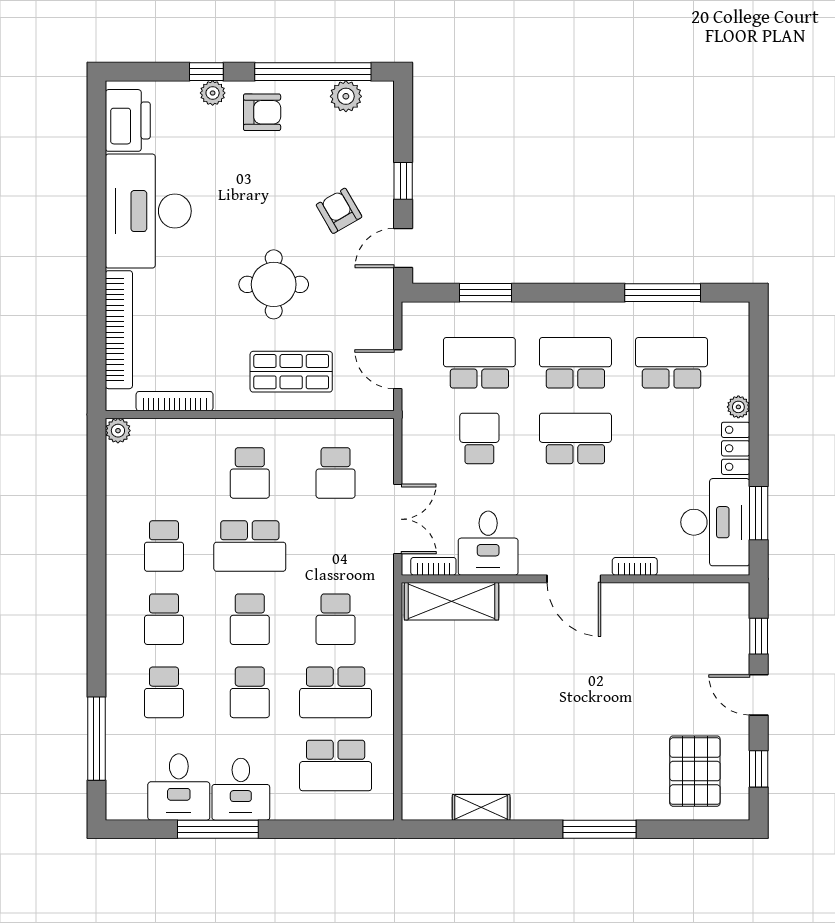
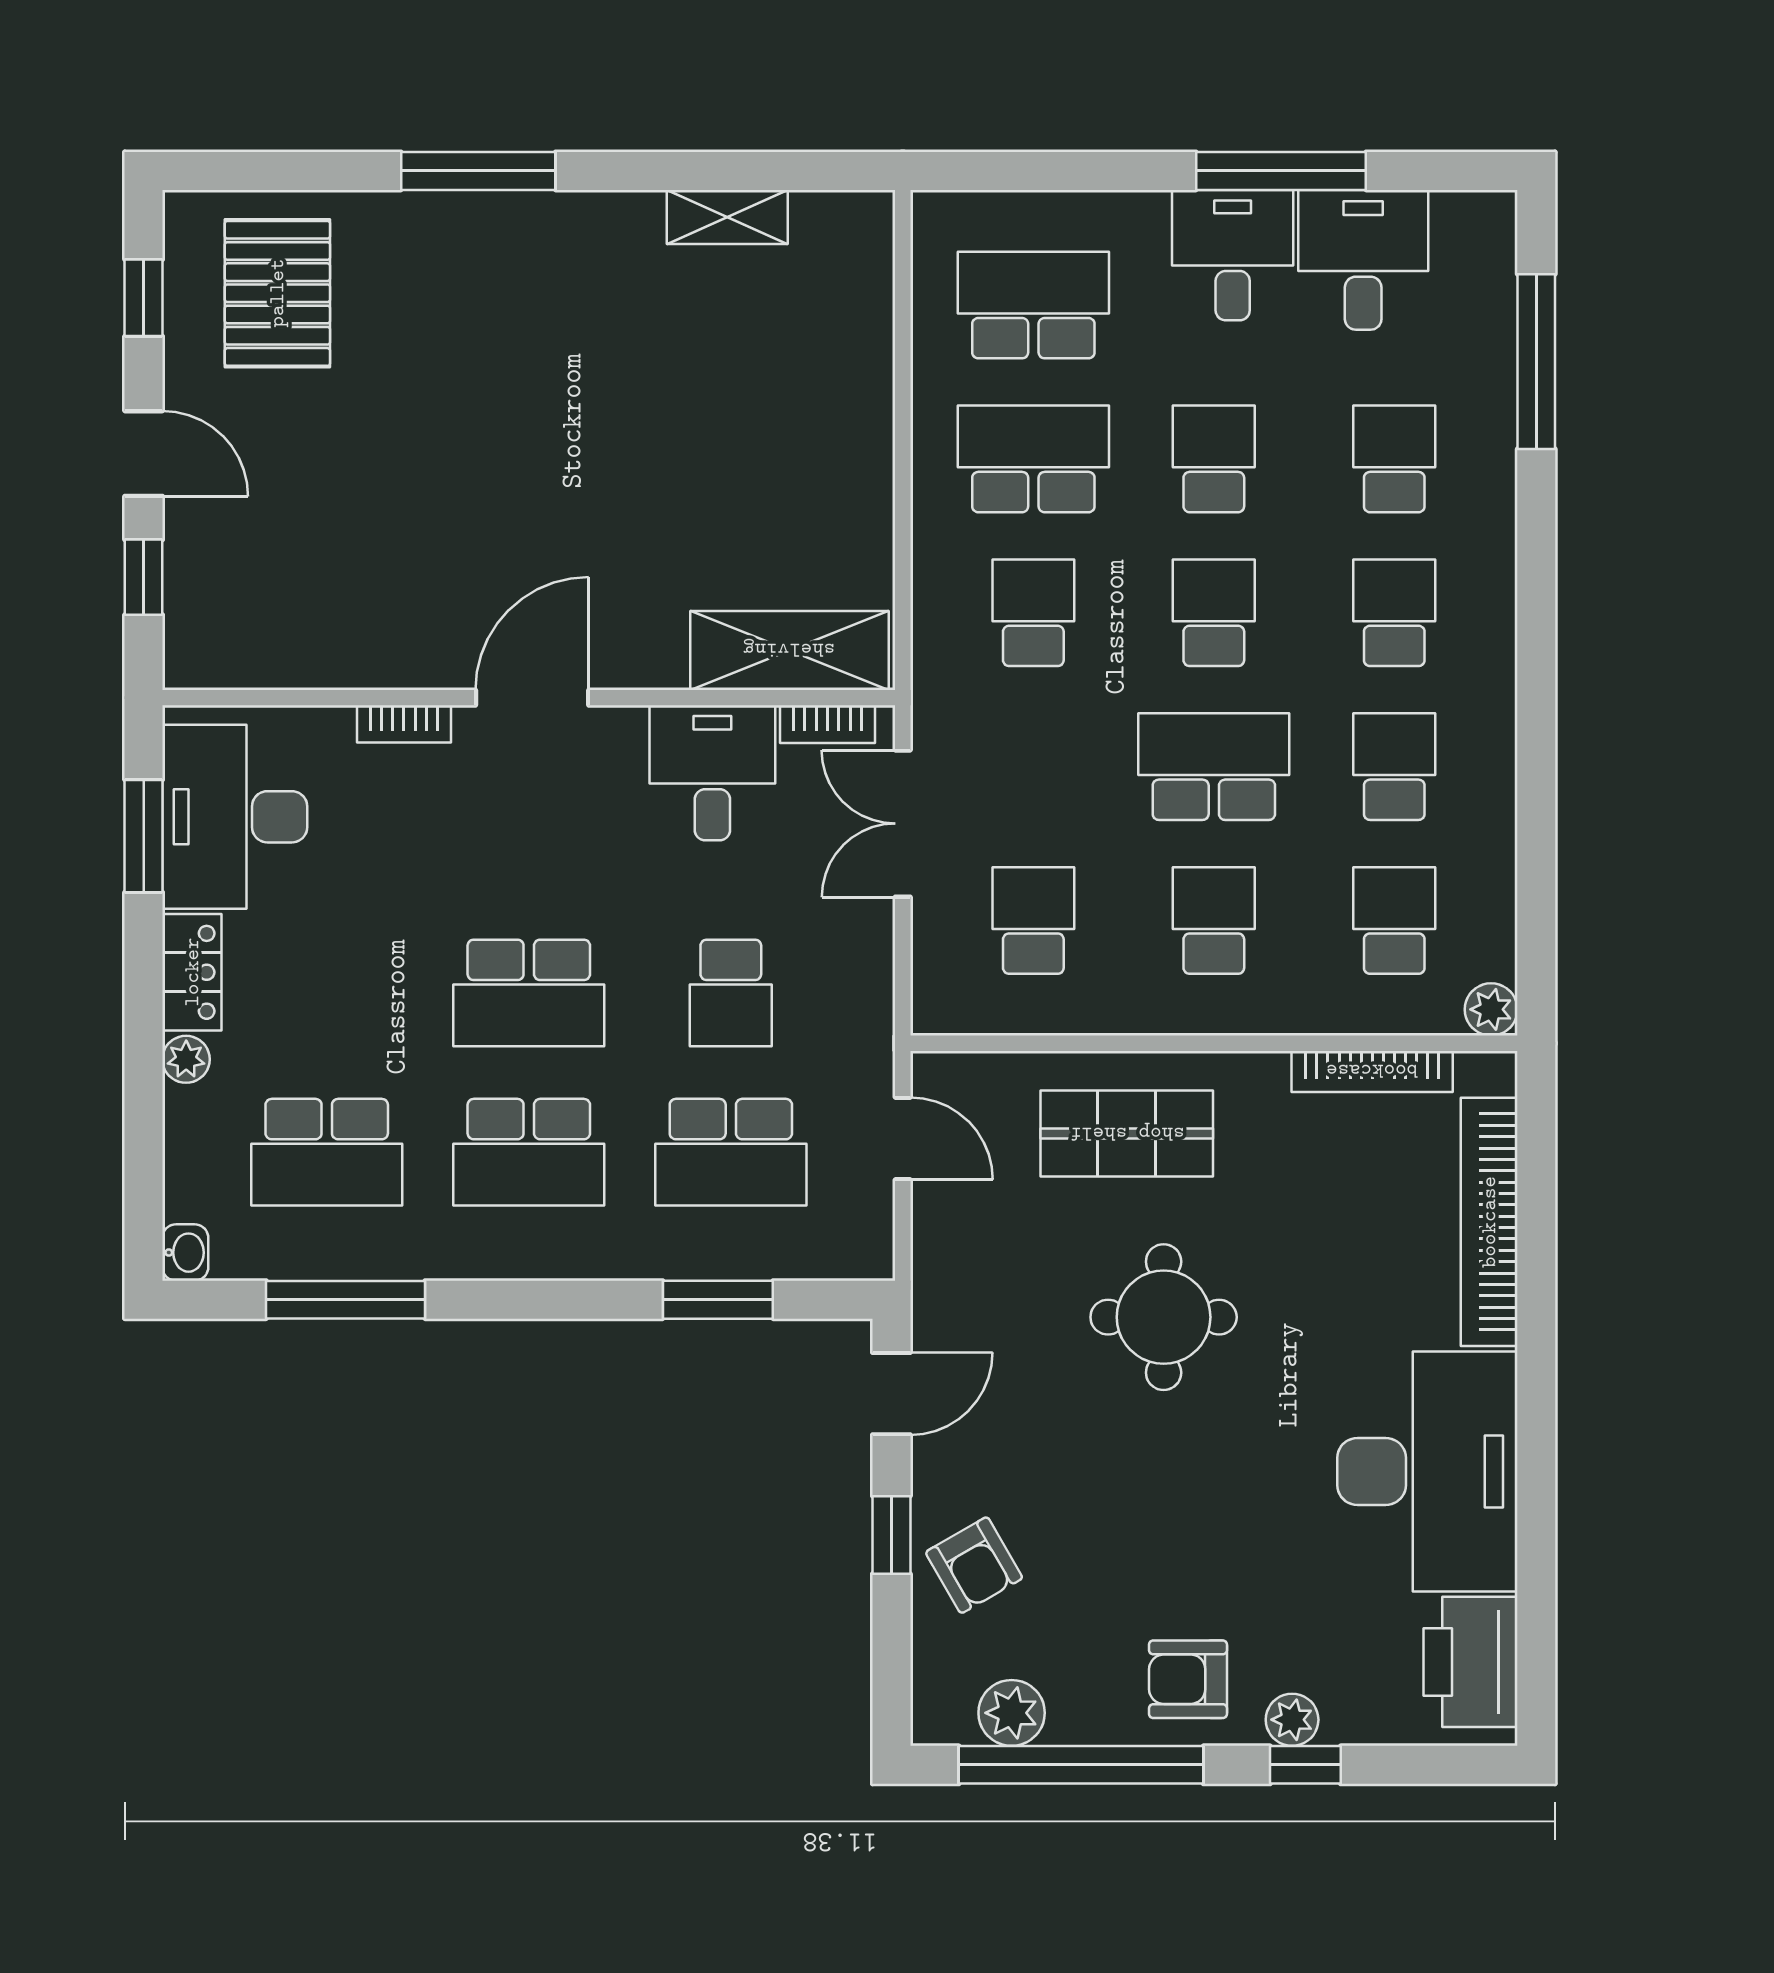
armchair: (339, 211) -> (974, 1565), moved
washbasin: (739, 315) -> (185, 1253), added
school desk: (164, 473) -> (1394, 921), added
door: (574, 579) -> (532, 698), hinge flipped

